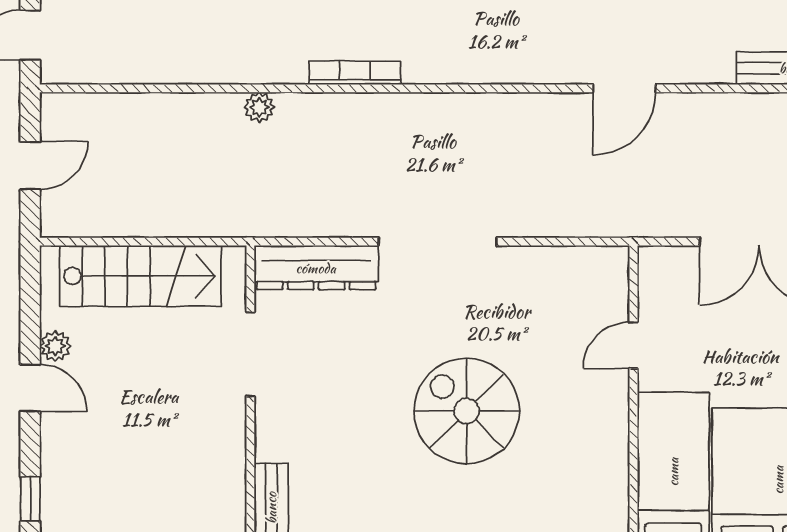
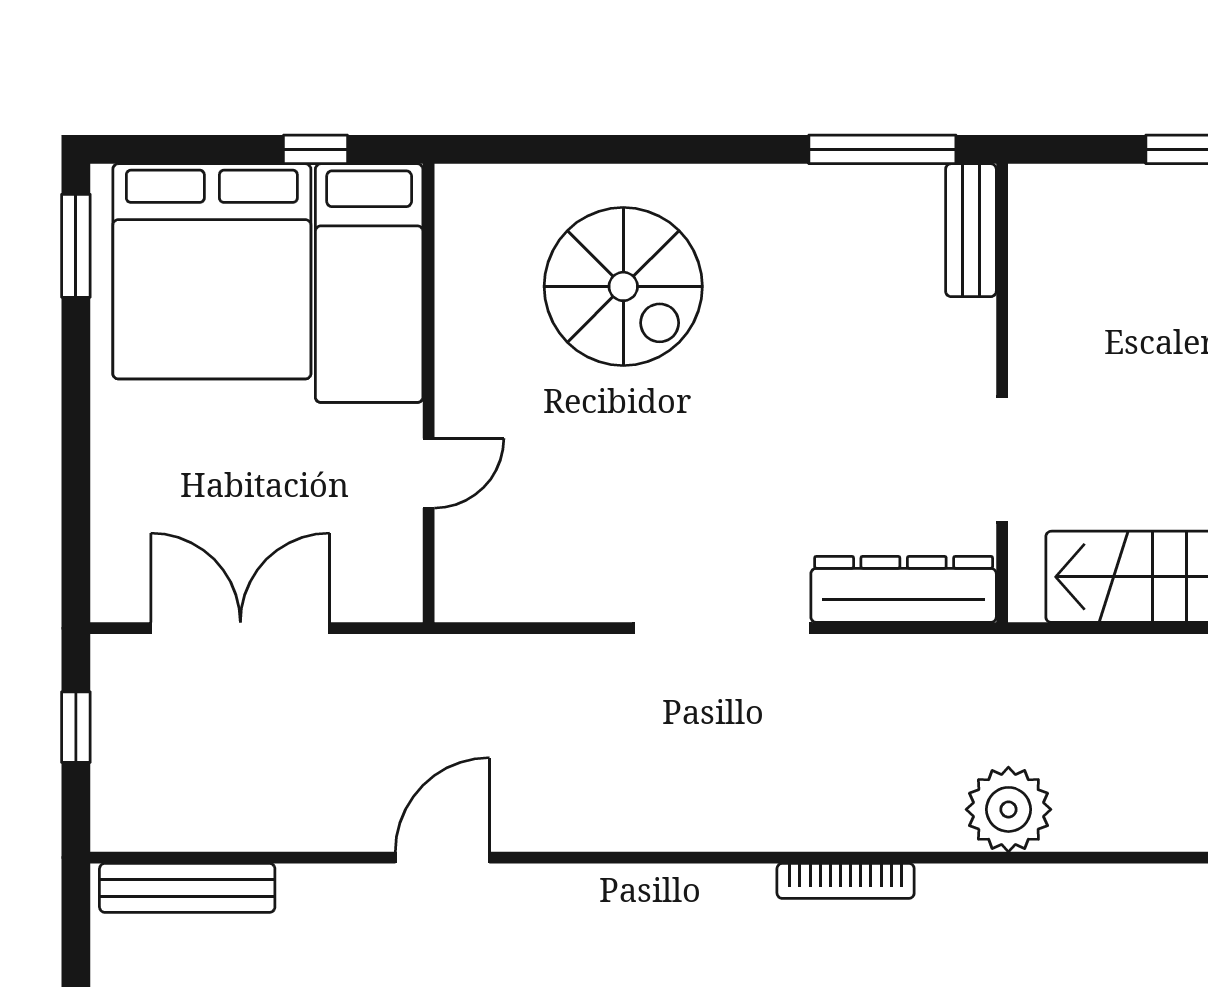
plant: (259, 107) -> (1008, 809), width x1.87, depth x1.87
spiral stairs: (467, 411) -> (623, 286), moved

